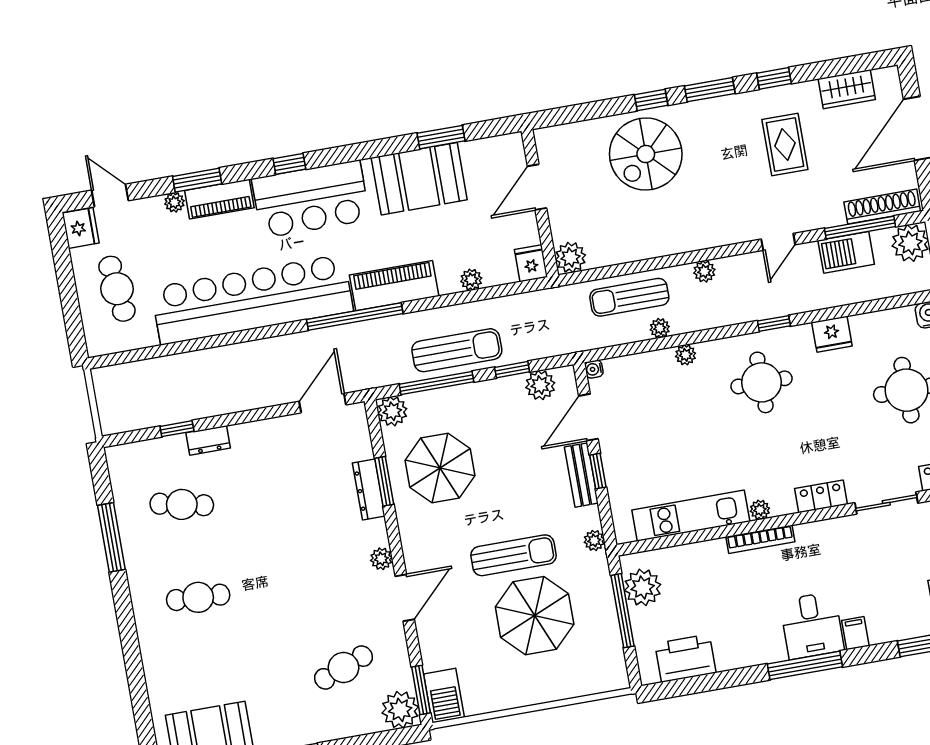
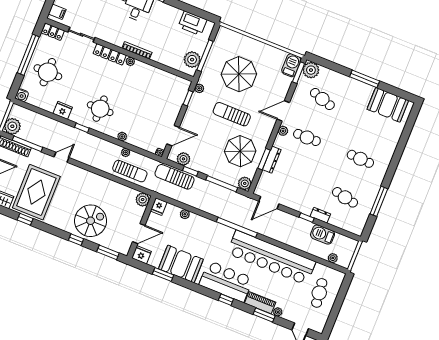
window: (710, 90) -> (108, 252), moved
rug: (785, 145) -> (36, 192), width x1.86, depth x2.06
fridge: (81, 228) -> (141, 255), moved, turned 90
barbecue: (846, 252) -> (323, 235), moved, turned 180
plant: (704, 271) -> (333, 258), moved
piano: (394, 286) -> (215, 230), removed
sun lounger: (457, 350) -> (175, 177), moved
window: (177, 429) -> (307, 218), moved
window: (598, 471) -> (188, 98), moved
bench: (581, 475) -> (189, 116), removed
locker: (821, 496) -> (110, 54), width x1.53
kitchen unit: (691, 516) -> (157, 75), removed
sun lounger: (513, 555) -> (232, 114), moved
cafe table: (327, 575) -> (307, 137), added
cafe table: (343, 667) -> (322, 99), turned 39

